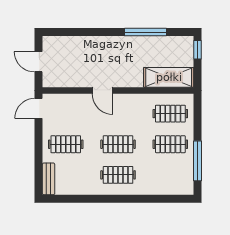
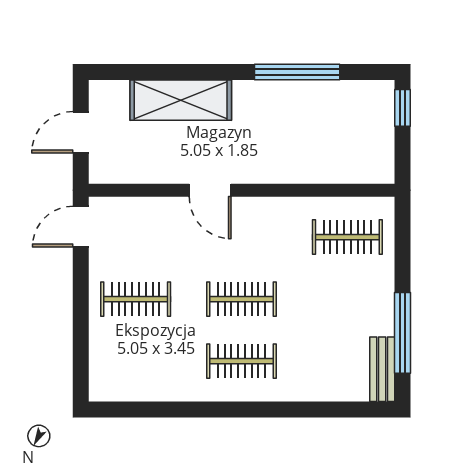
door: (39, 62) -> (81, 132), hinge flipped
shelving: (169, 77) -> (181, 100), moved
clothes rail: (170, 144) -> (347, 299), removed
bench: (49, 179) -> (382, 369), moved

